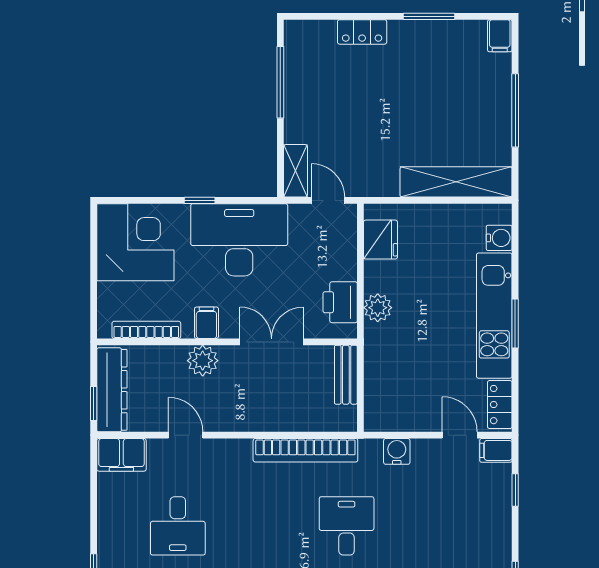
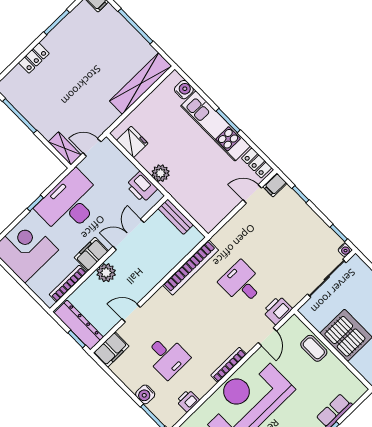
filing cabinet: (206, 323) -> (91, 254), width x2.00
water cooler: (397, 451) -> (145, 394), moved, turned -90

